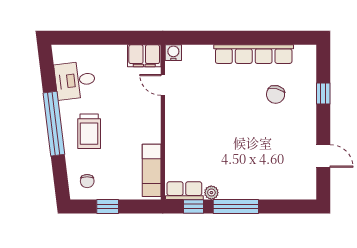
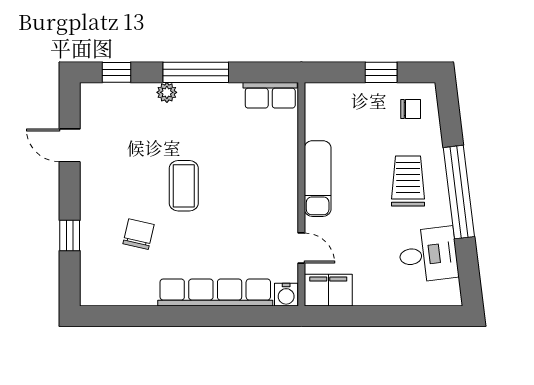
row of seats: (254, 54) -> (215, 293), moved
coffee table: (244, 128) -> (184, 186), added
exam couch: (152, 170) -> (318, 179), moved
chair: (87, 181) -> (411, 109), turned 90
plant: (211, 193) -> (167, 92), moved
window: (194, 206) -> (116, 72), moved

